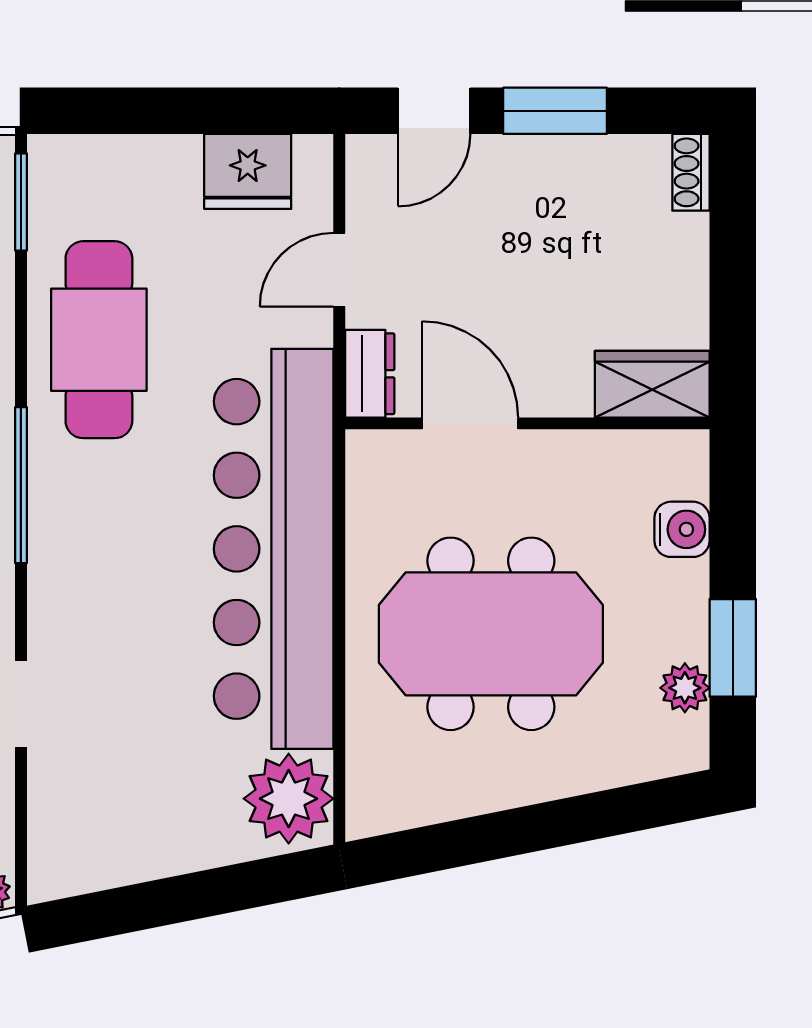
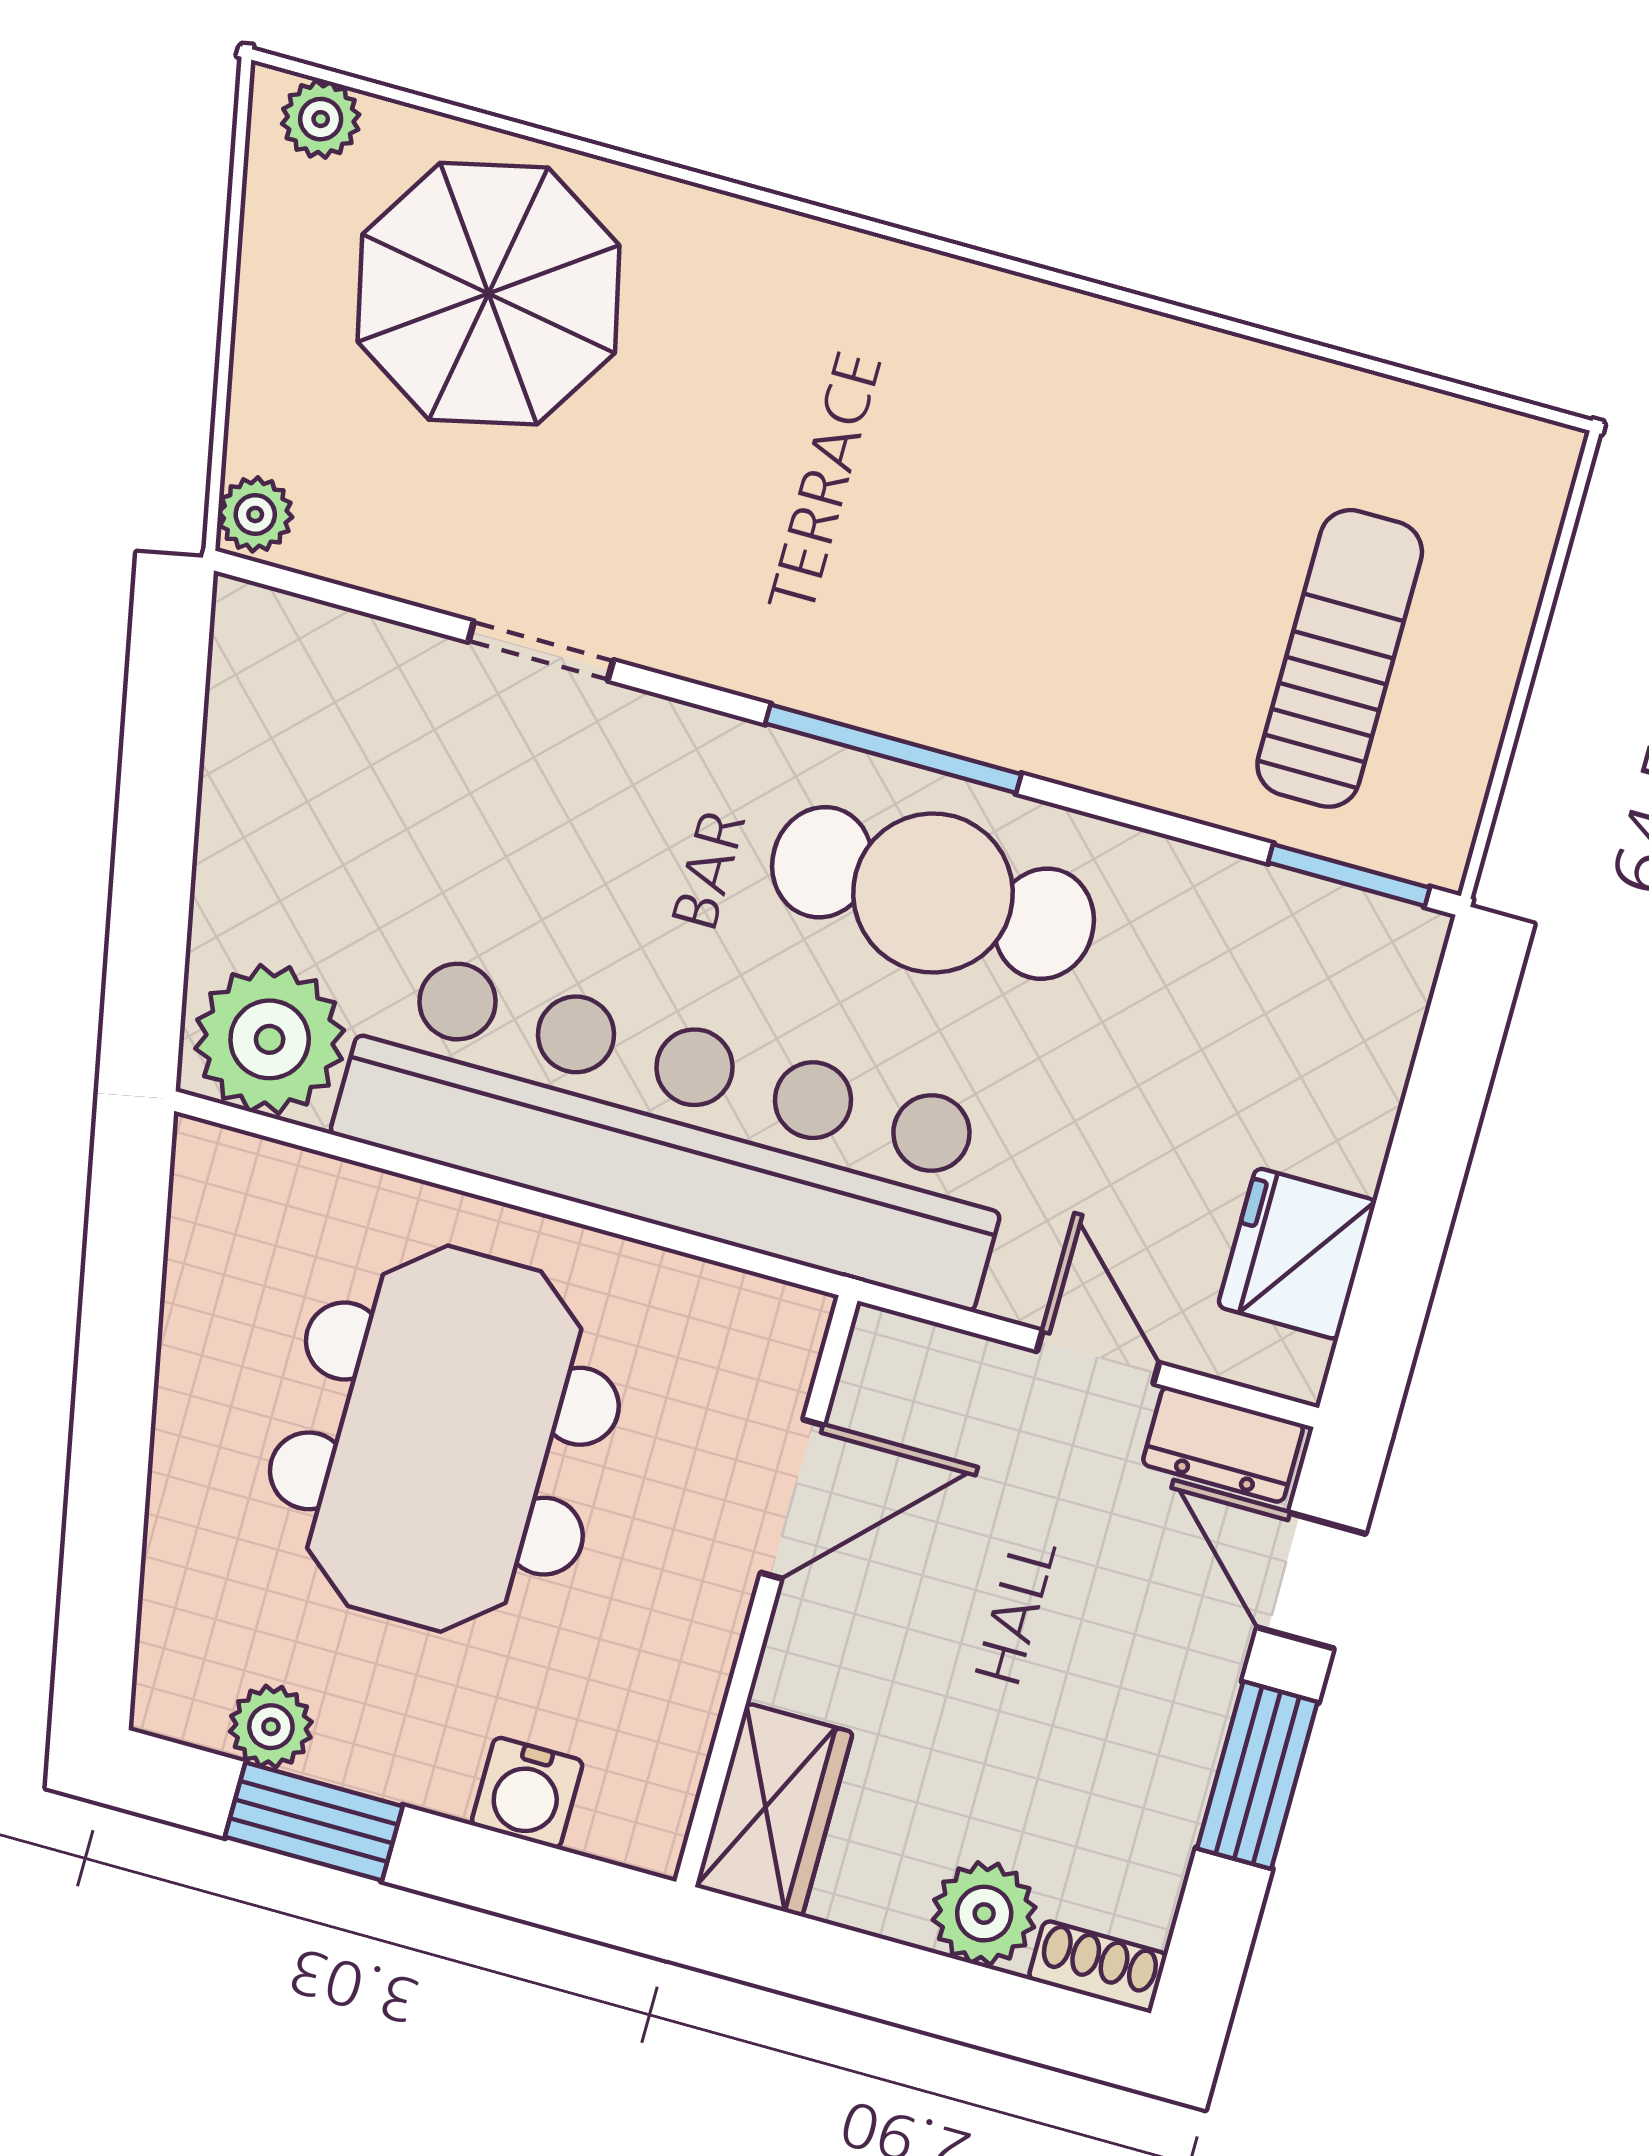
plant: (679, 246) -> (984, 1914), added
cafe table: (99, 340) -> (933, 893), moved
dresser: (370, 374) -> (1223, 1444), moved

